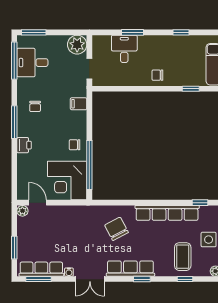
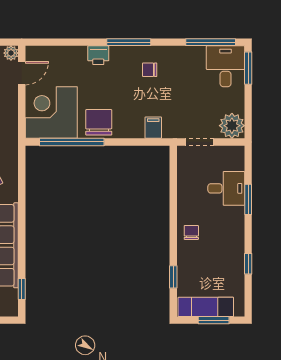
desk: (32, 63) -> (226, 66), moved
chair: (75, 145) -> (99, 122), width x1.87, depth x1.87

